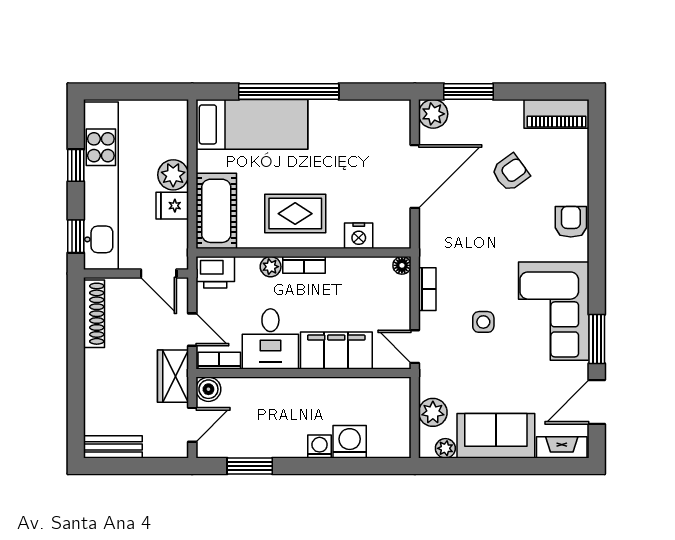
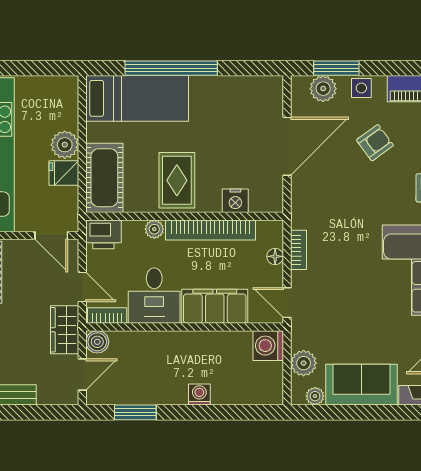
plant: (433, 114) -> (323, 89), moved
rug: (295, 214) -> (177, 180), turned 90
bookcase: (304, 265) -> (211, 230), width x2.31, depth x1.31
floor lamp: (402, 265) -> (275, 256), moved
side table: (483, 322) -> (361, 88), moved
washing machine: (350, 442) -> (268, 346), moved, turned -90

